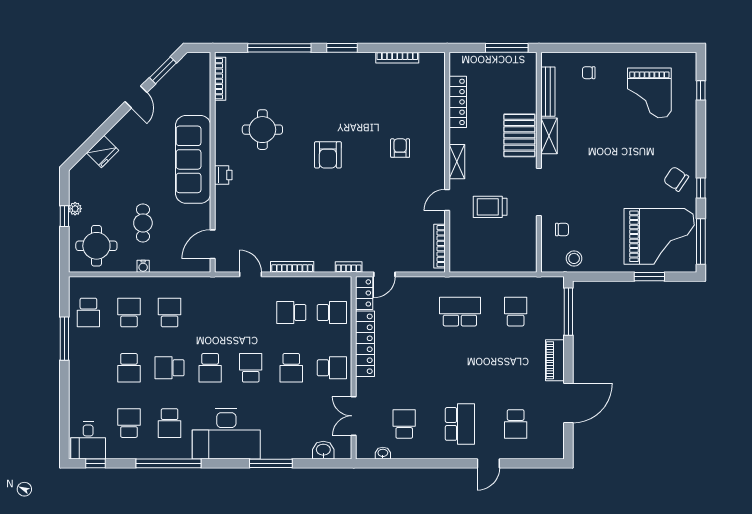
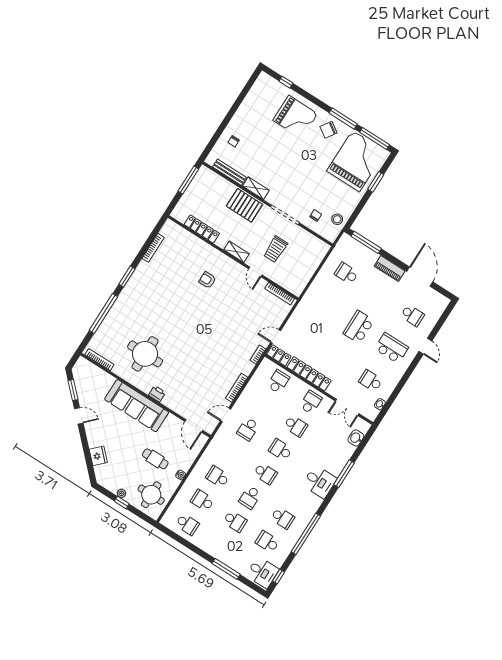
grand piano: (649, 93) -> (295, 117), moved
round table: (262, 130) -> (145, 354), width x1.36, depth x1.36
armchair: (328, 155) -> (184, 325), removed
window: (701, 188) -> (343, 119), width x2.17
door: (384, 274) -> (276, 336), swing flipped
school desk: (460, 312) -> (359, 327), moved
school desk: (291, 313) -> (248, 429), moved
window: (64, 339) -> (226, 569), moved
desk: (226, 434) -> (319, 482), width x0.53, depth x0.77

